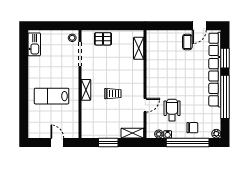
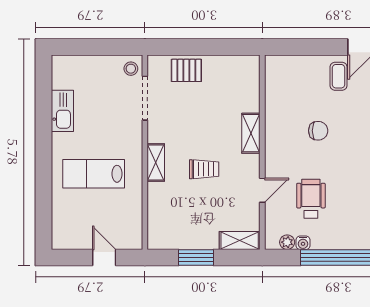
kitchen sink: (34, 44) -> (62, 111), moved
shelving: (139, 48) -> (251, 133), moved
chair: (192, 128) -> (318, 131), moved

